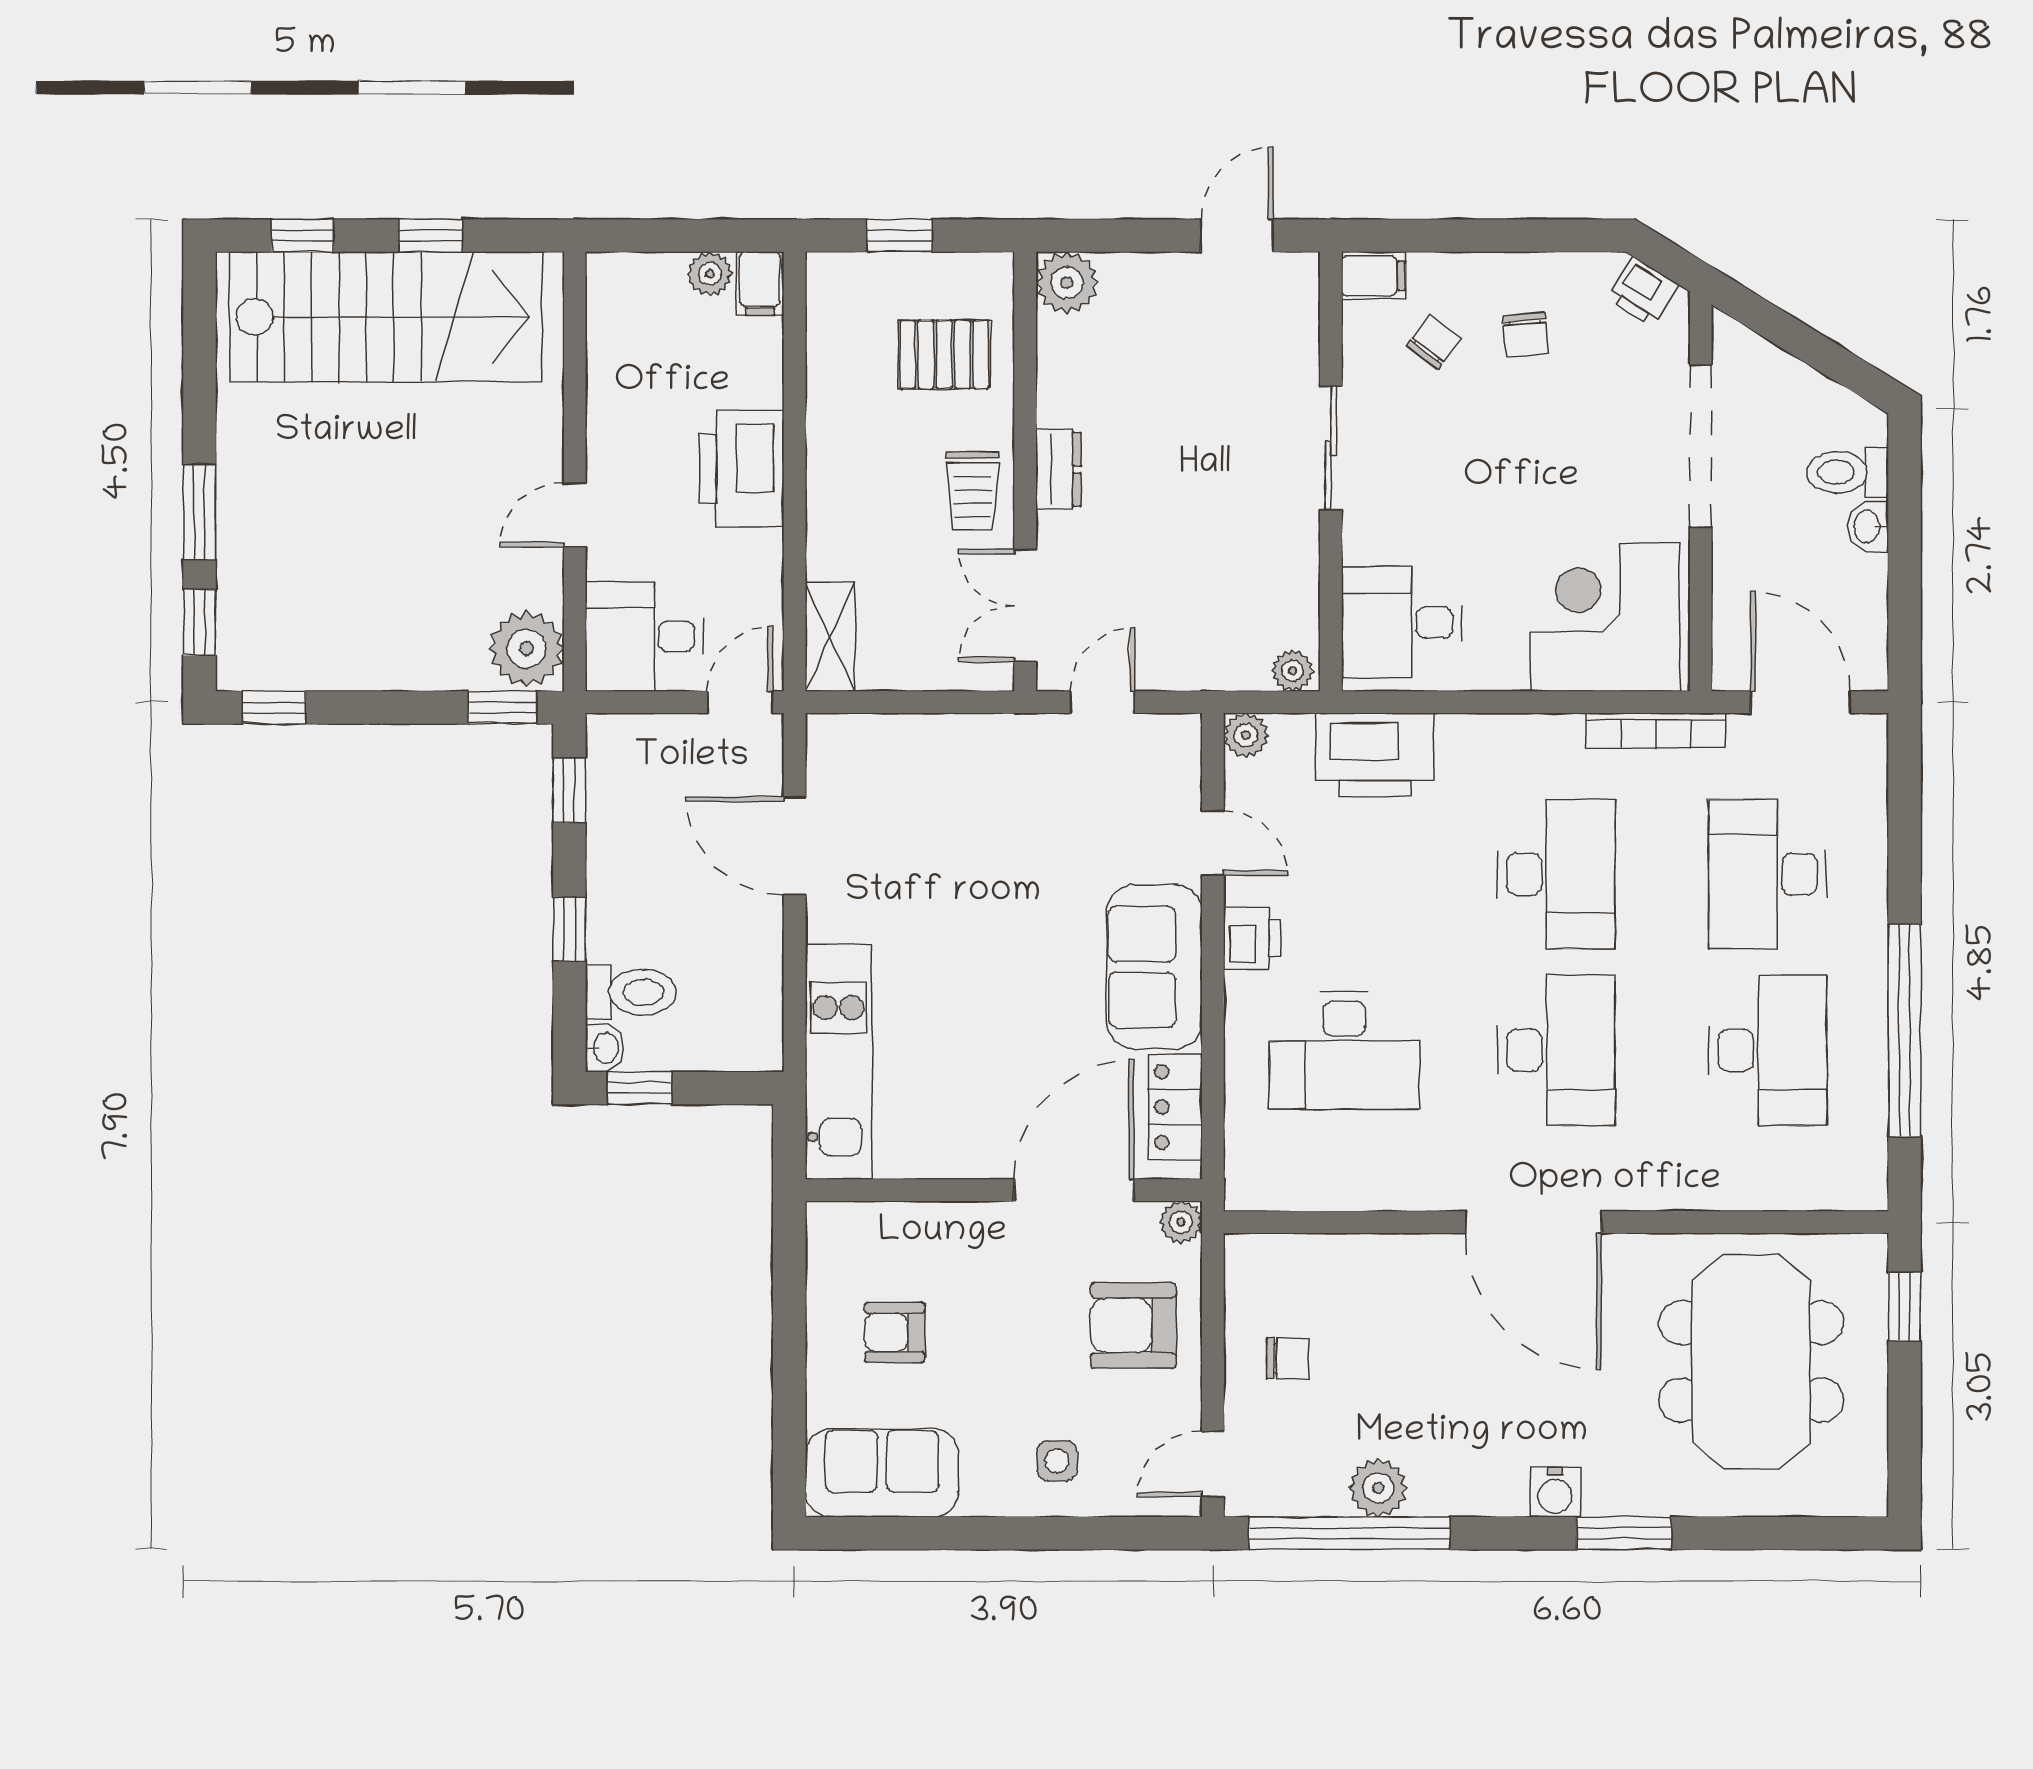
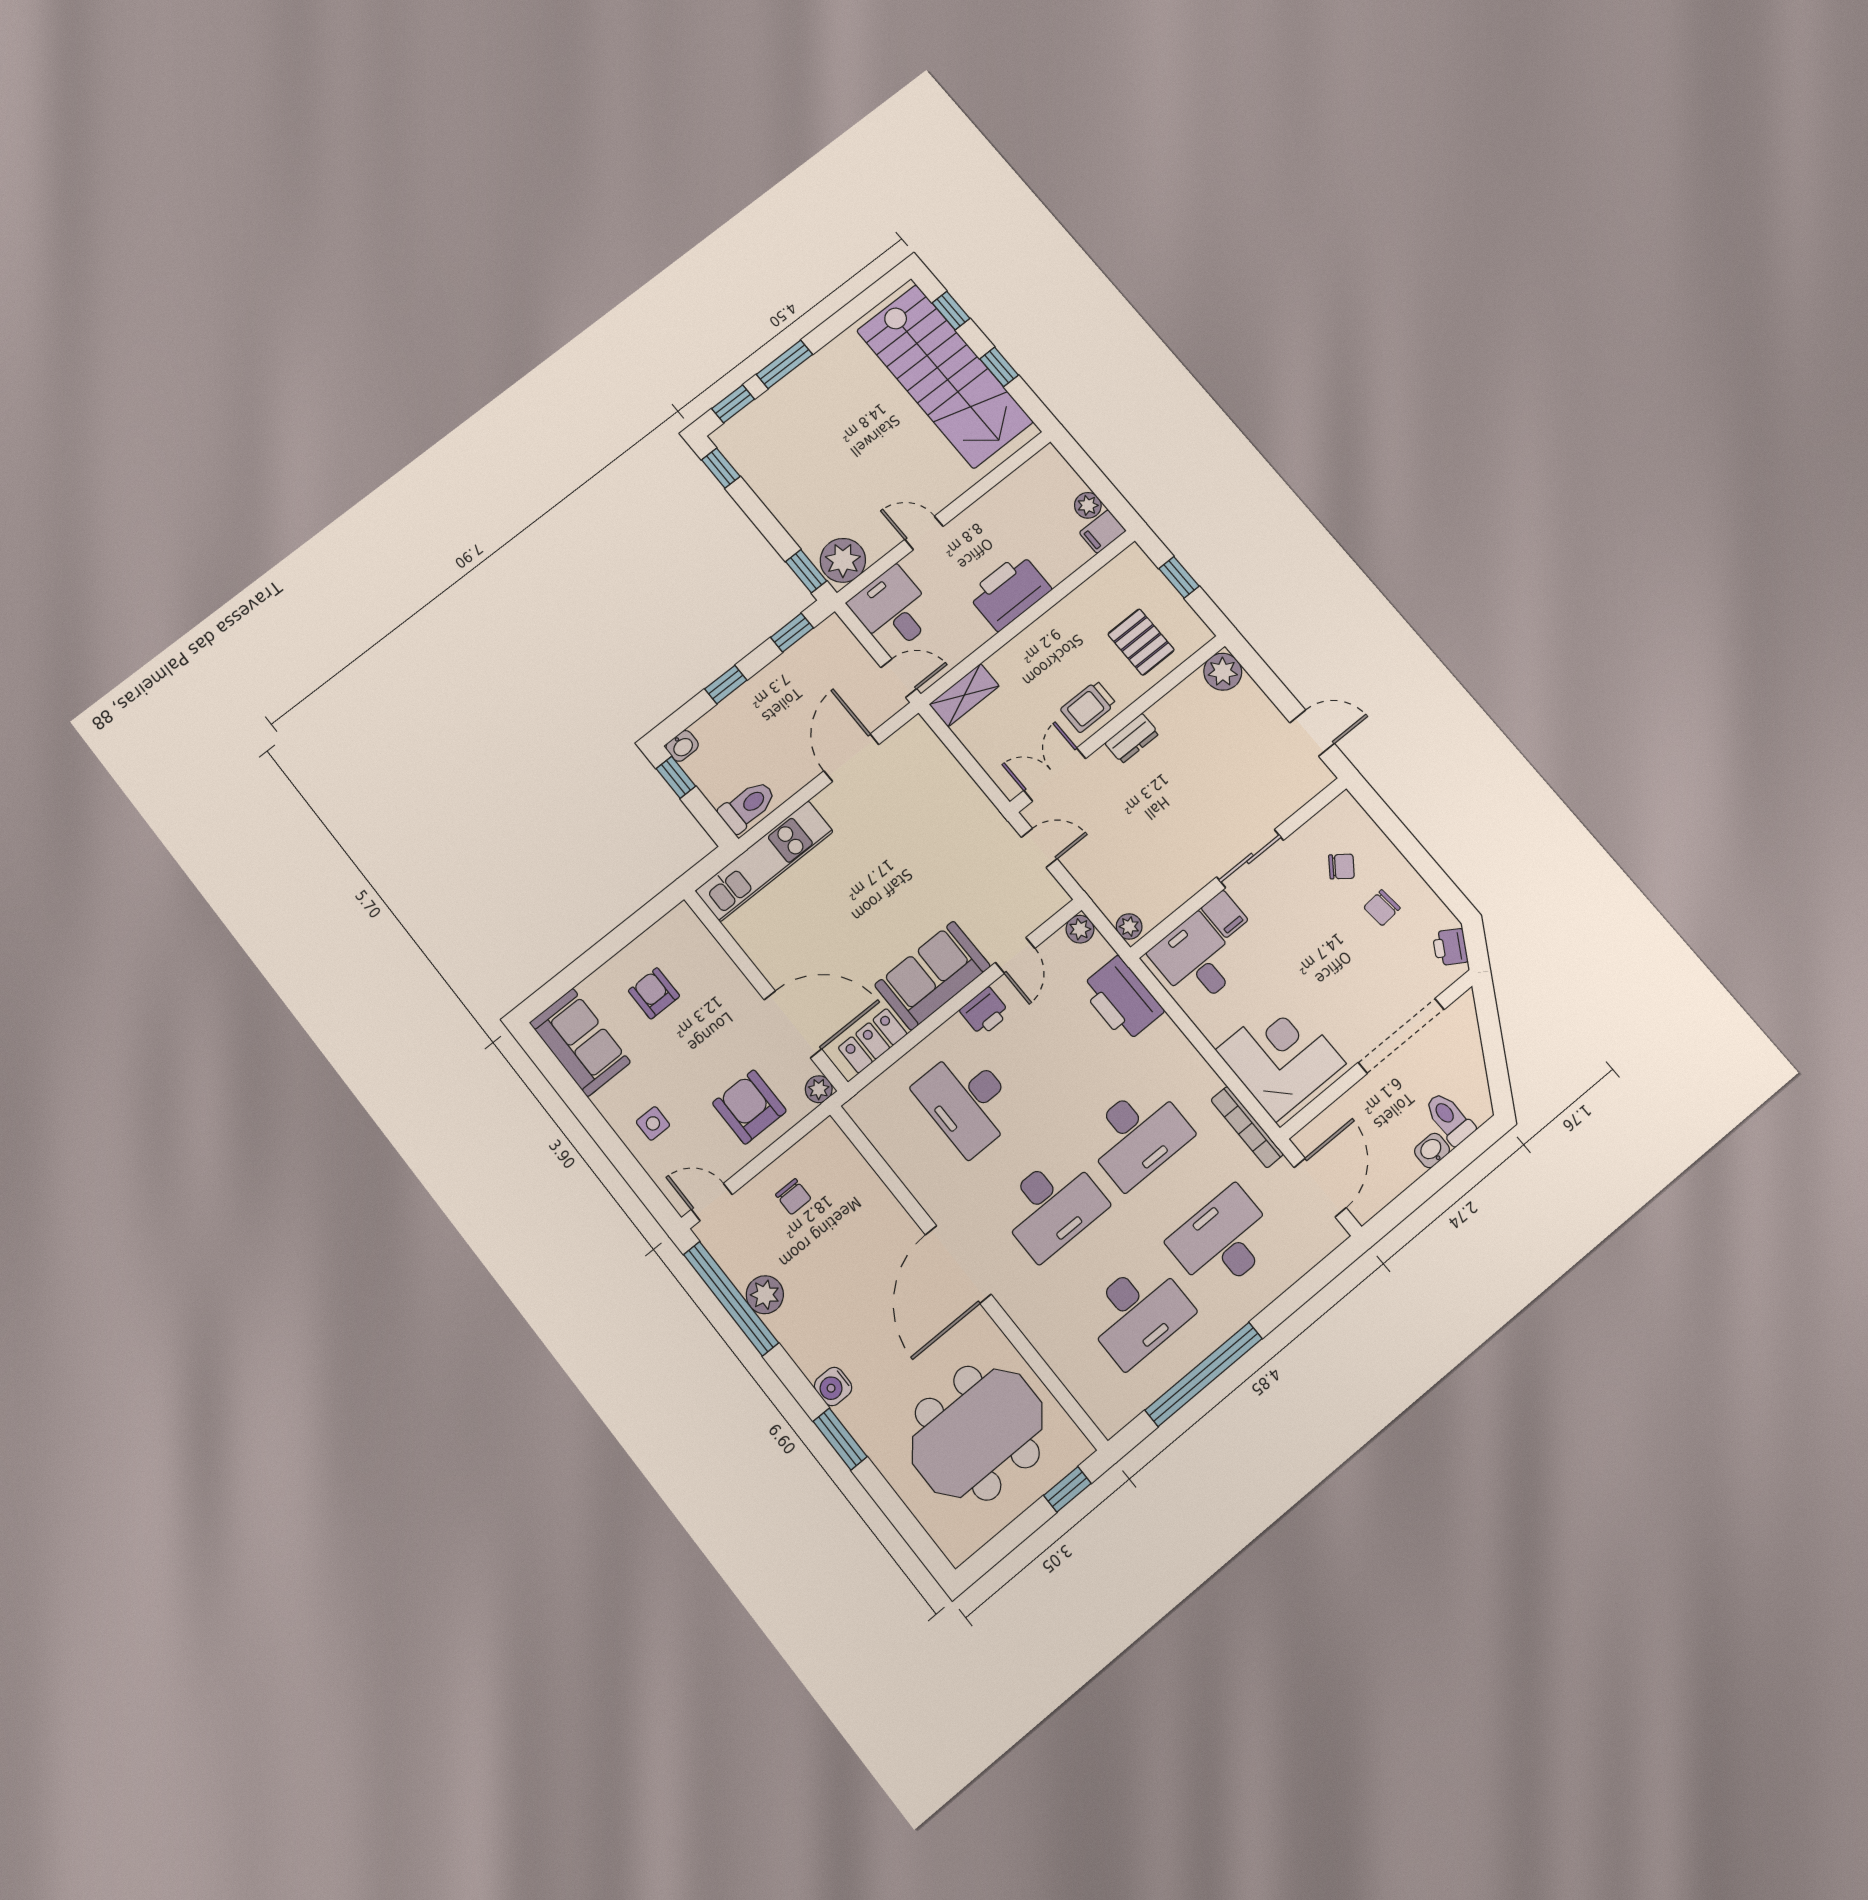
filing cabinet: (1373, 276) -> (1224, 914), moved
toilet: (631, 992) -> (748, 806), moved, turned -90

